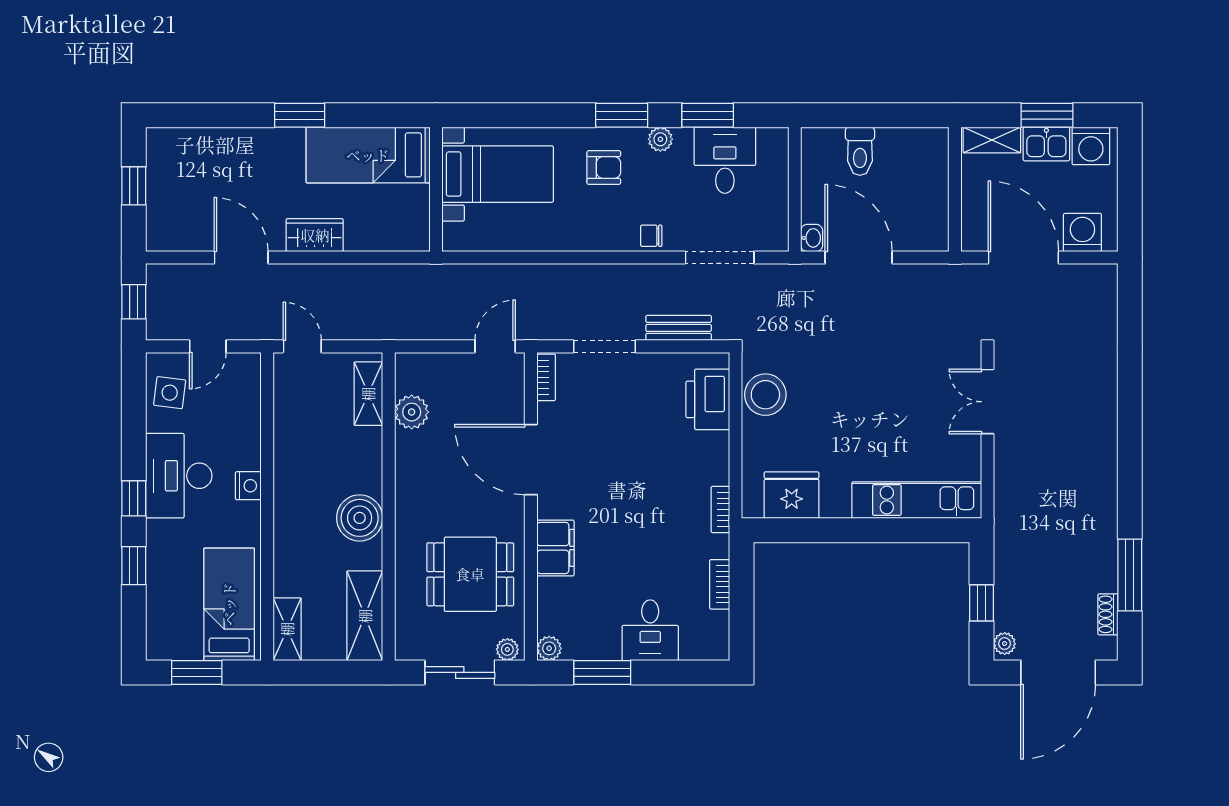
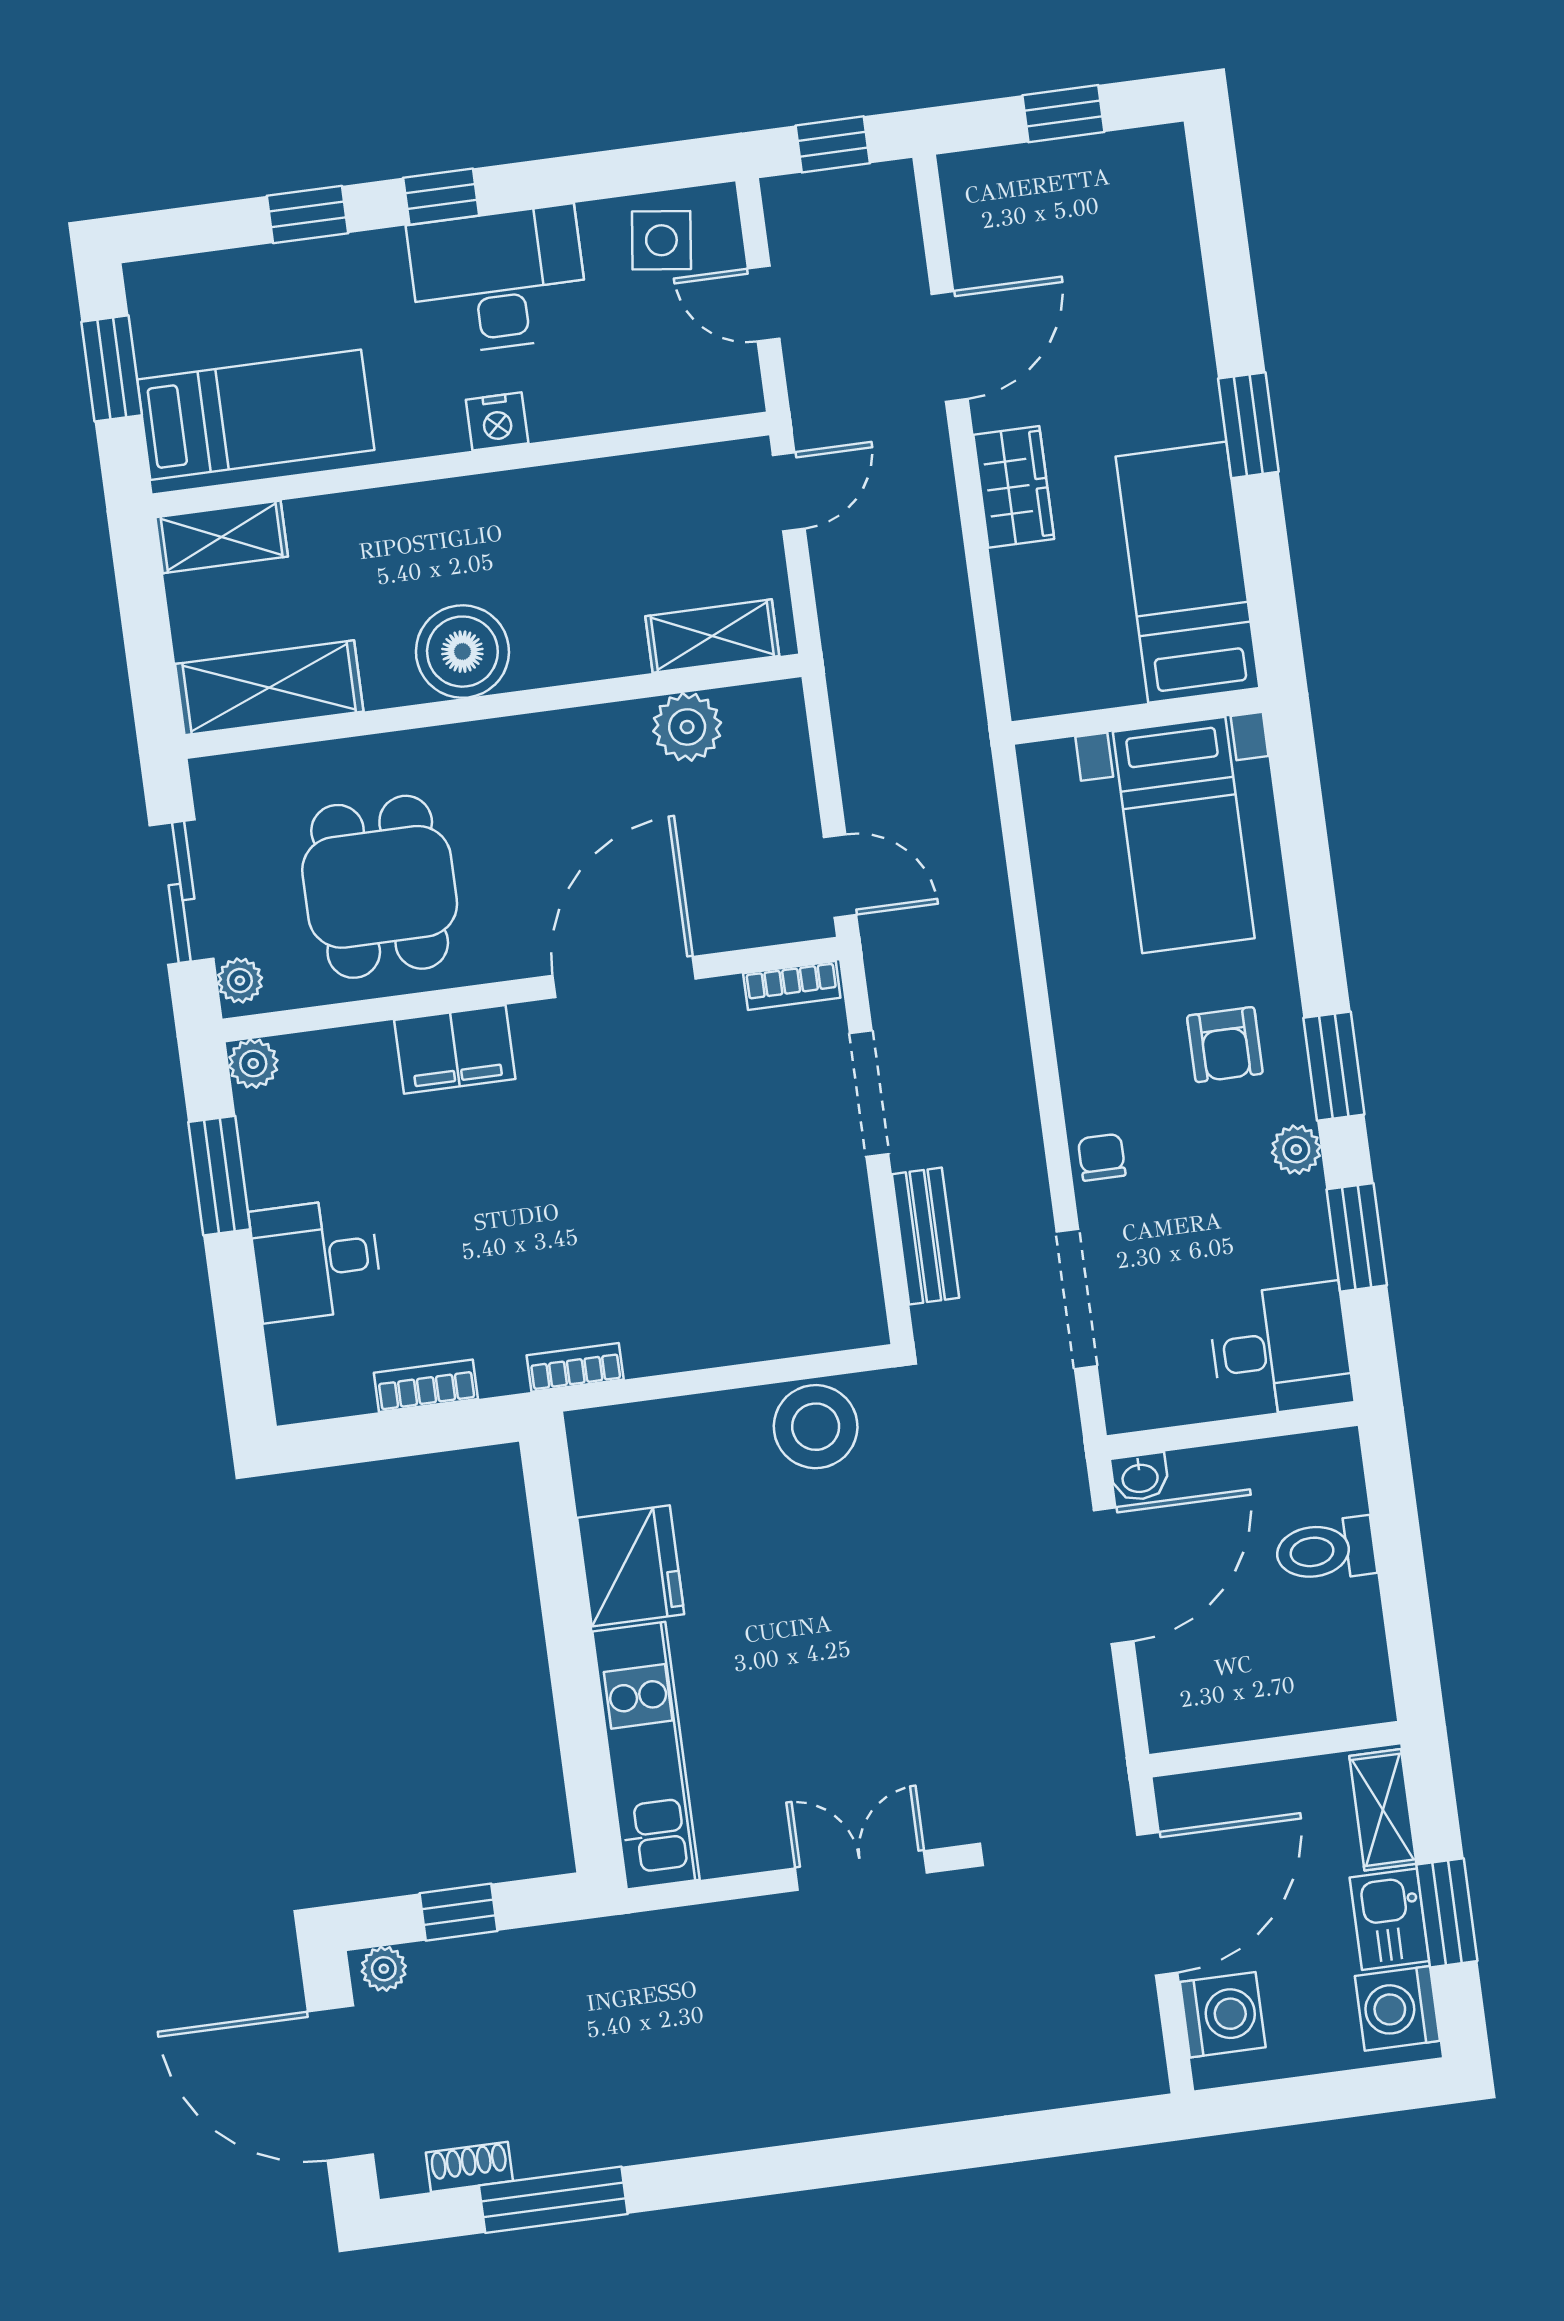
desk: (725, 160) -> (1281, 1350), moved
printer: (708, 399) -> (791, 1313), removed
fridge: (792, 495) -> (631, 1566), moved

